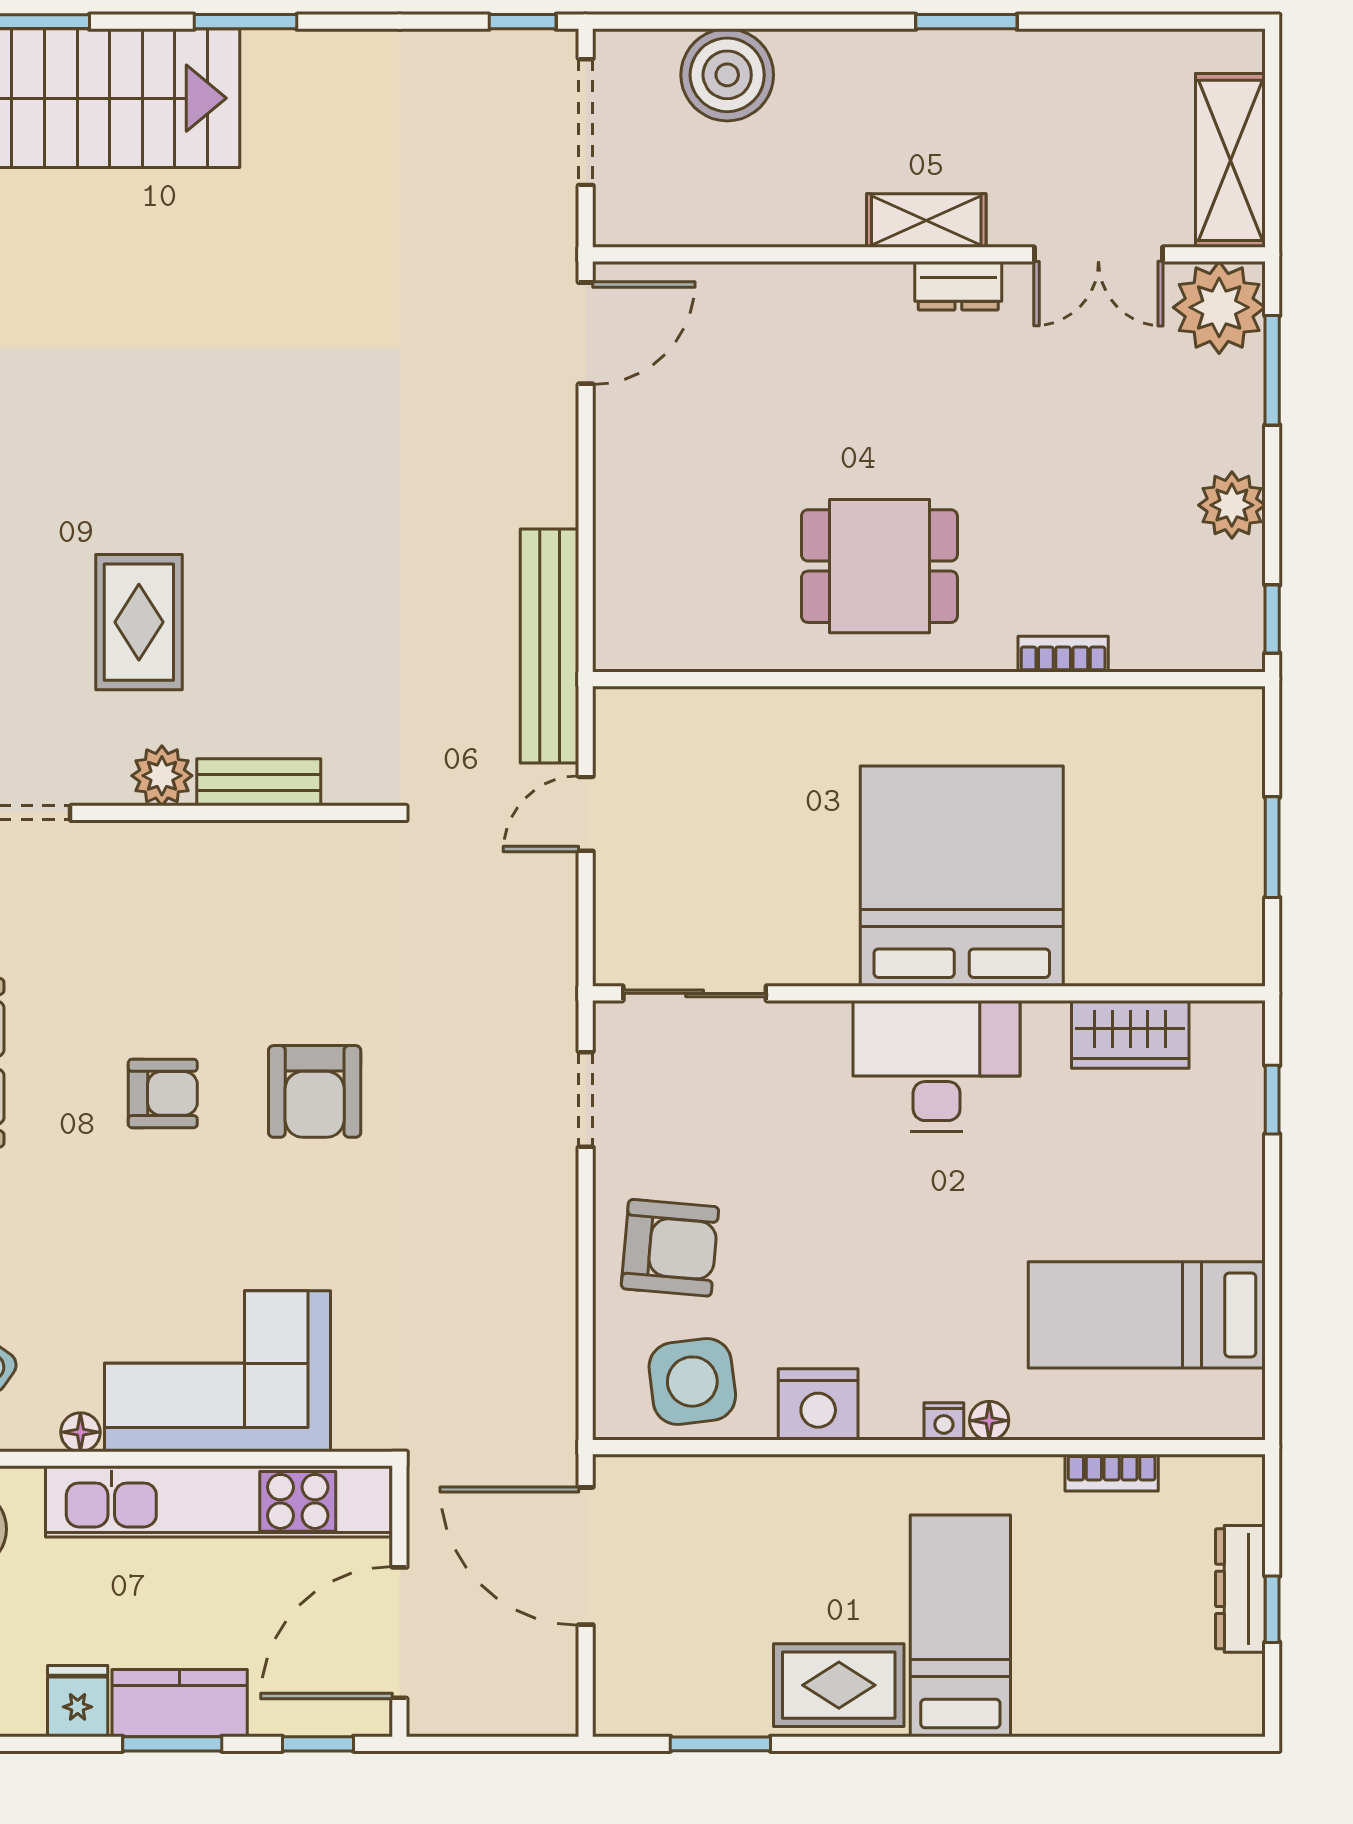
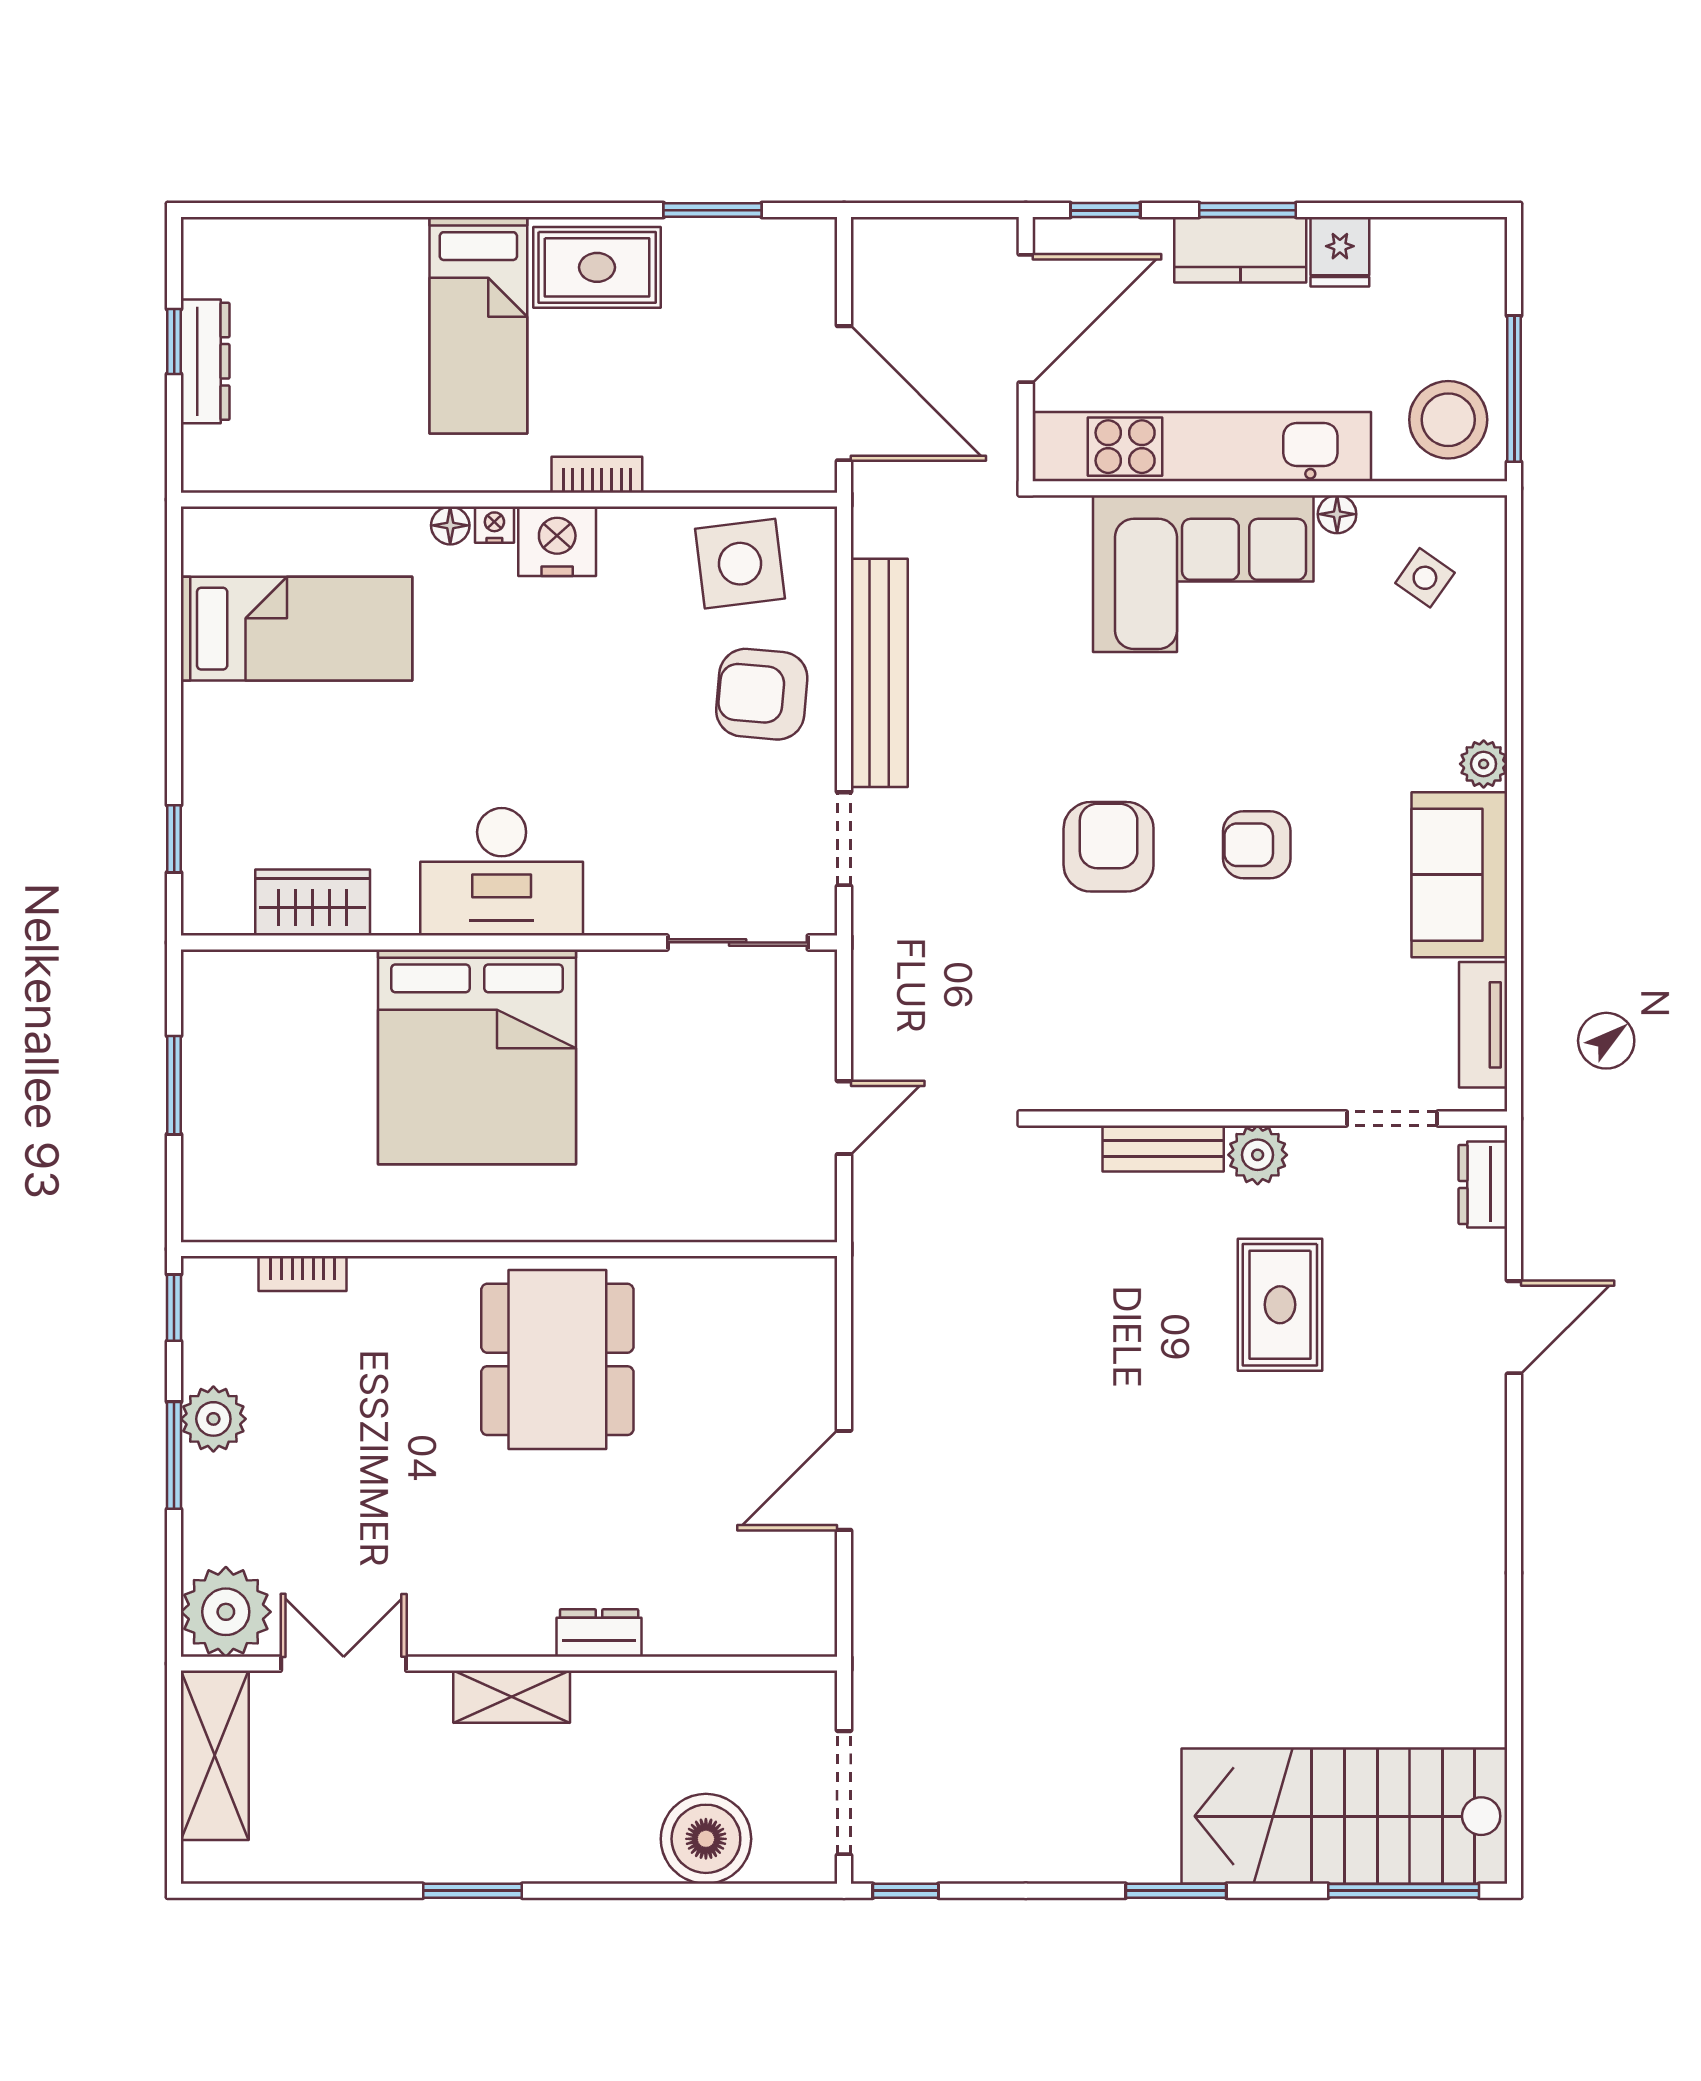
dresser: (958, 286) -> (599, 1633), moved
door: (586, 333) -> (844, 1480), moved
window: (1272, 370) -> (174, 1455), moved
dining table: (879, 566) -> (557, 1359), width x1.38
bench: (550, 646) -> (879, 673), moved
bookcase: (1063, 654) -> (303, 1273), moved
nightstand: (818, 1404) -> (557, 541), moved
bookcase: (1112, 1473) -> (597, 475), moved

